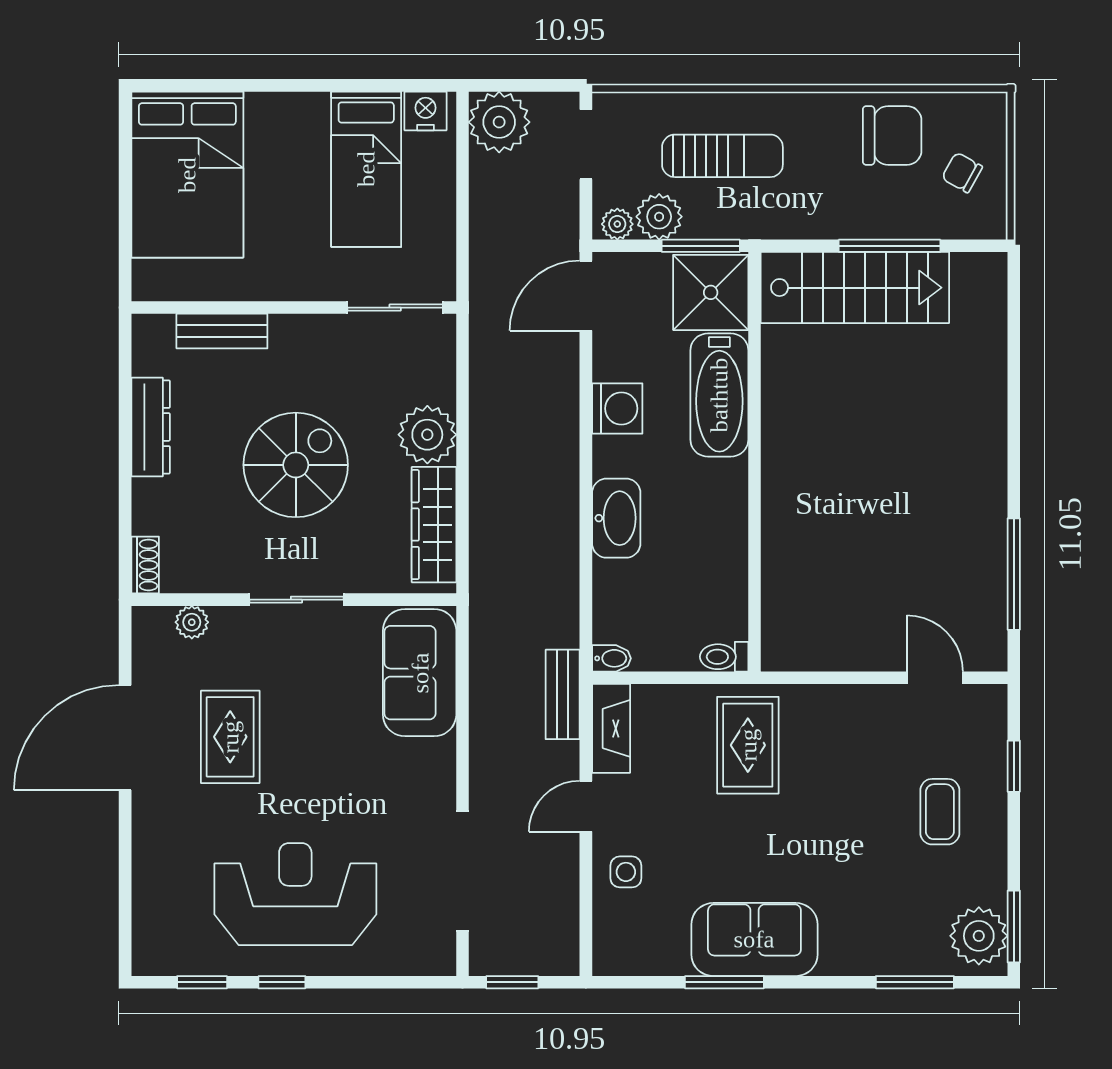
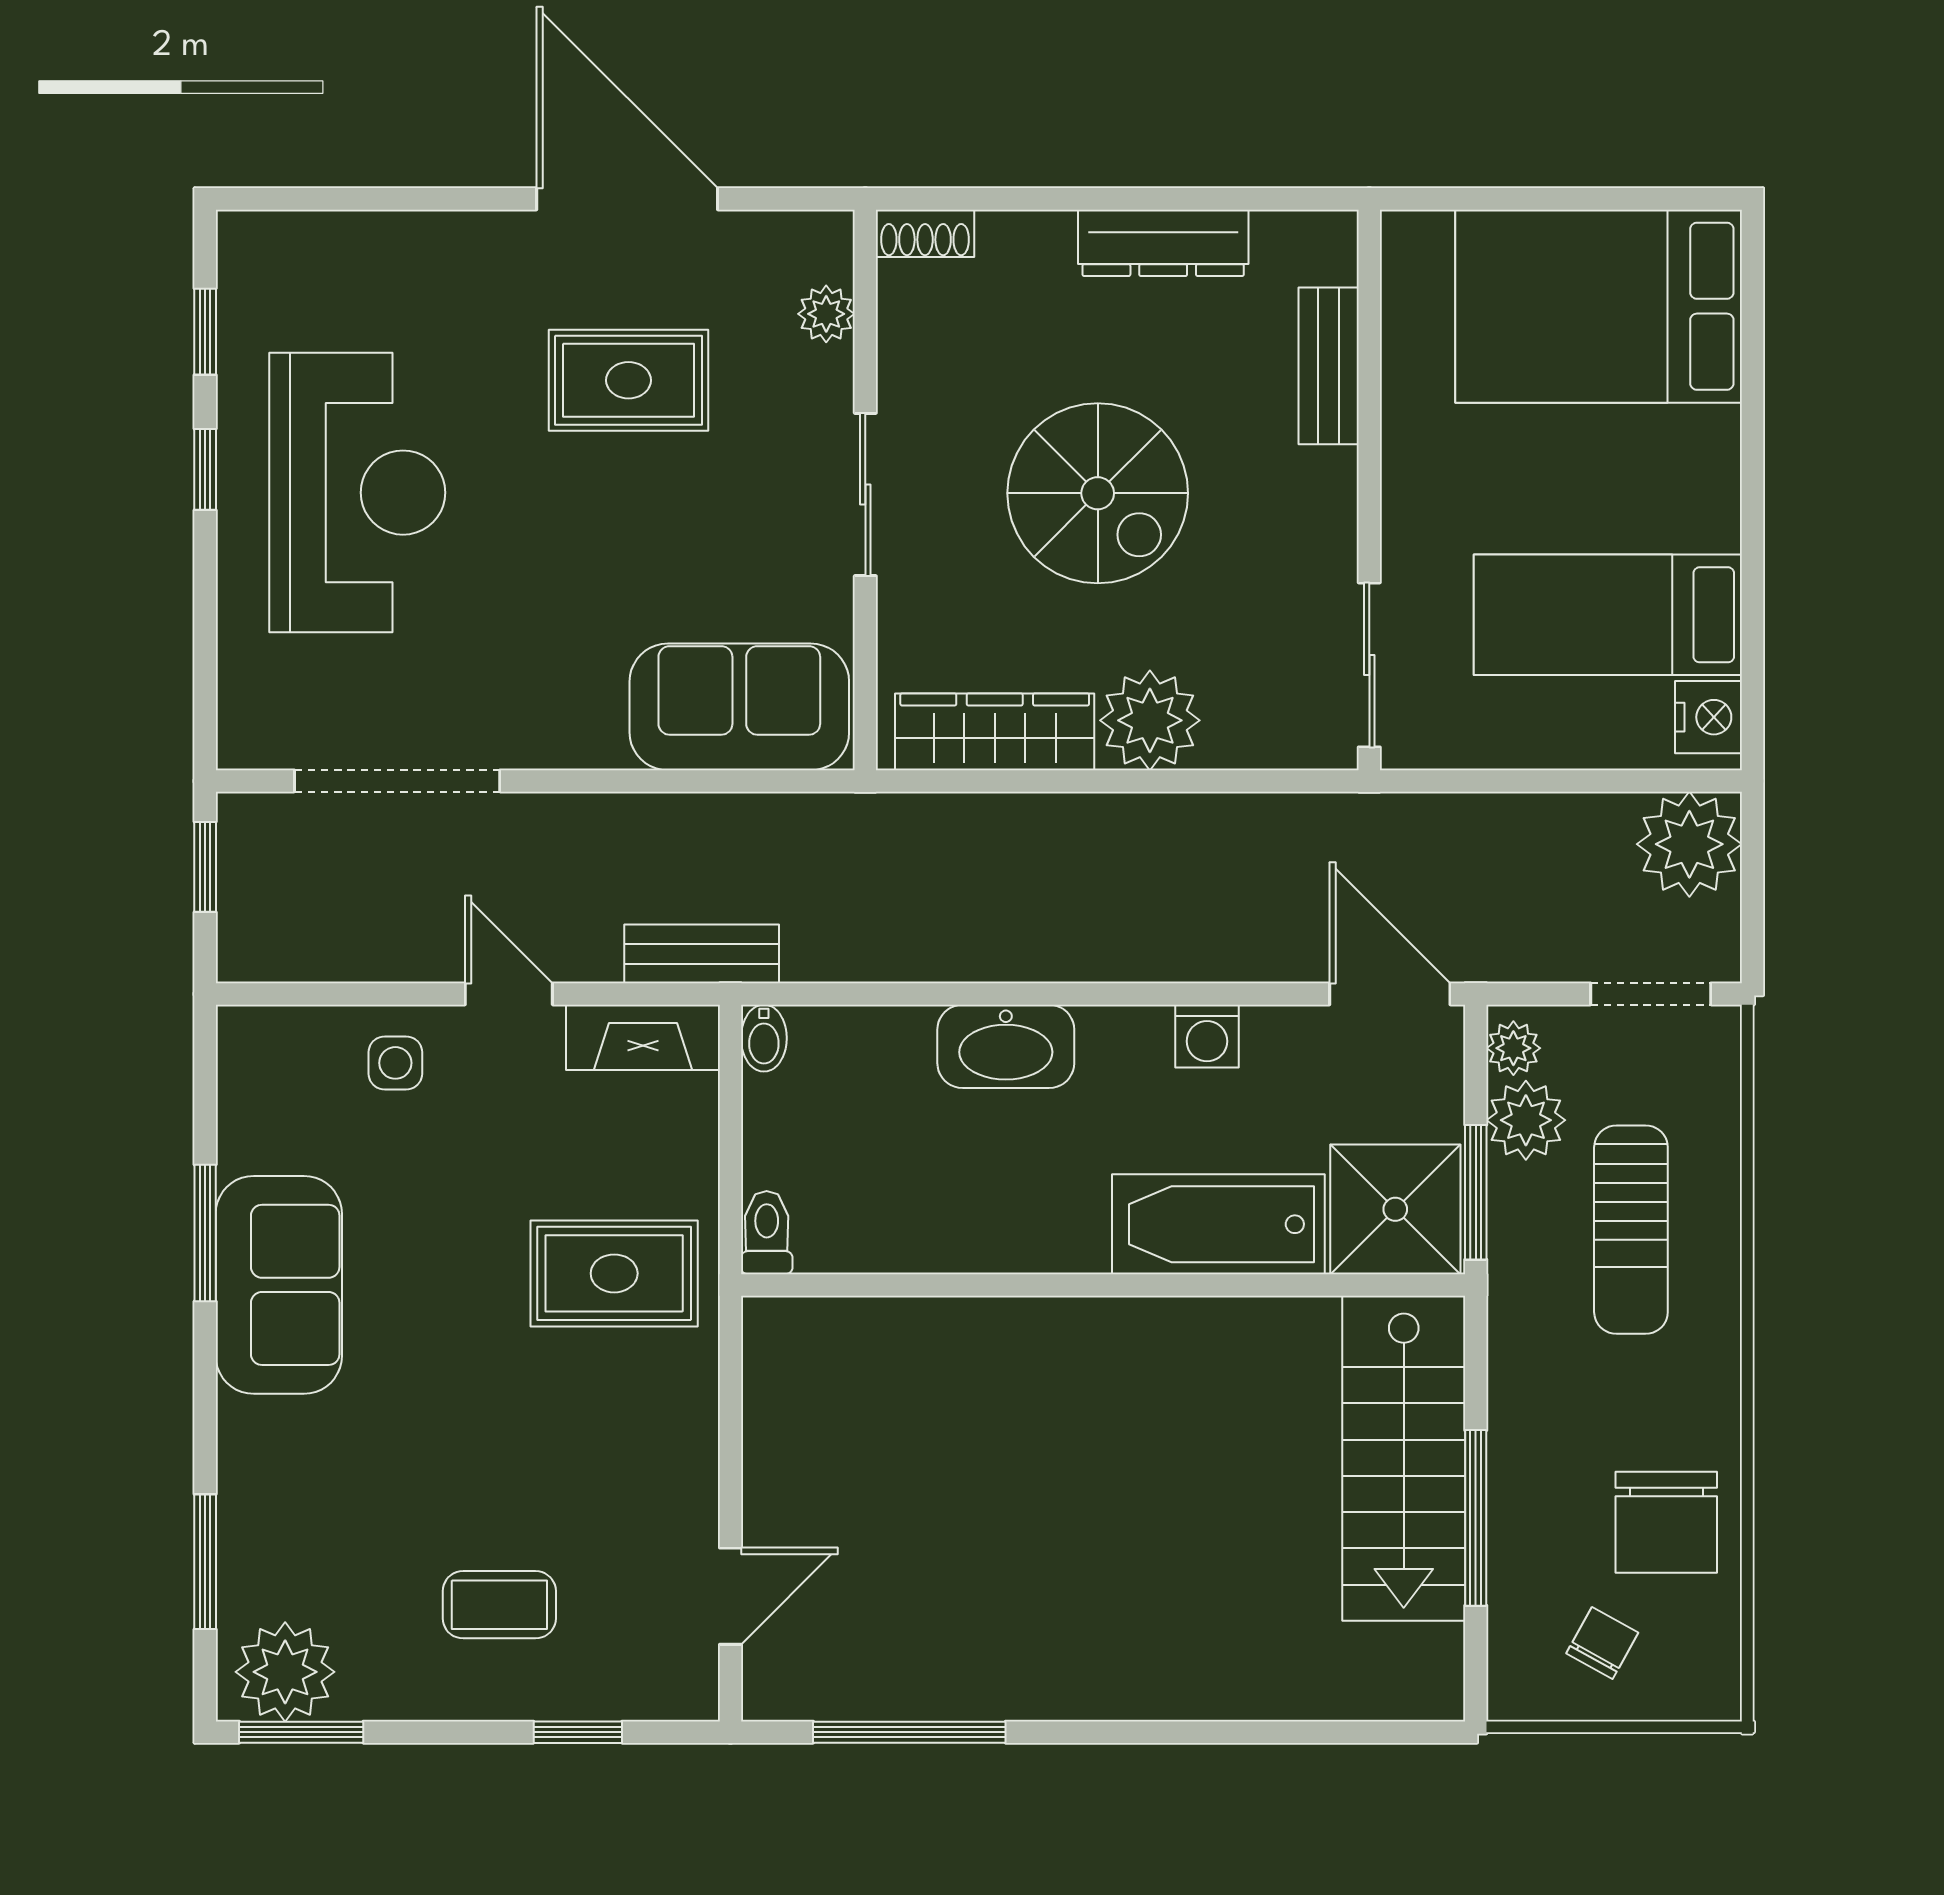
washing machine: (617, 408) -> (1207, 1036), width x0.73, depth x0.73

